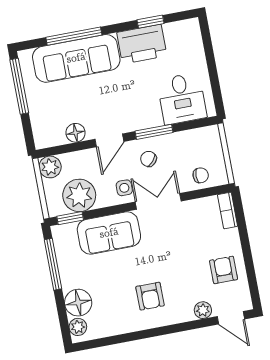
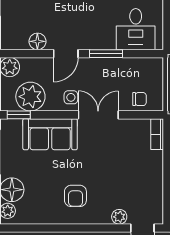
chair: (149, 159) -> (97, 76), removed
armchair: (224, 270) -> (144, 185), removed

